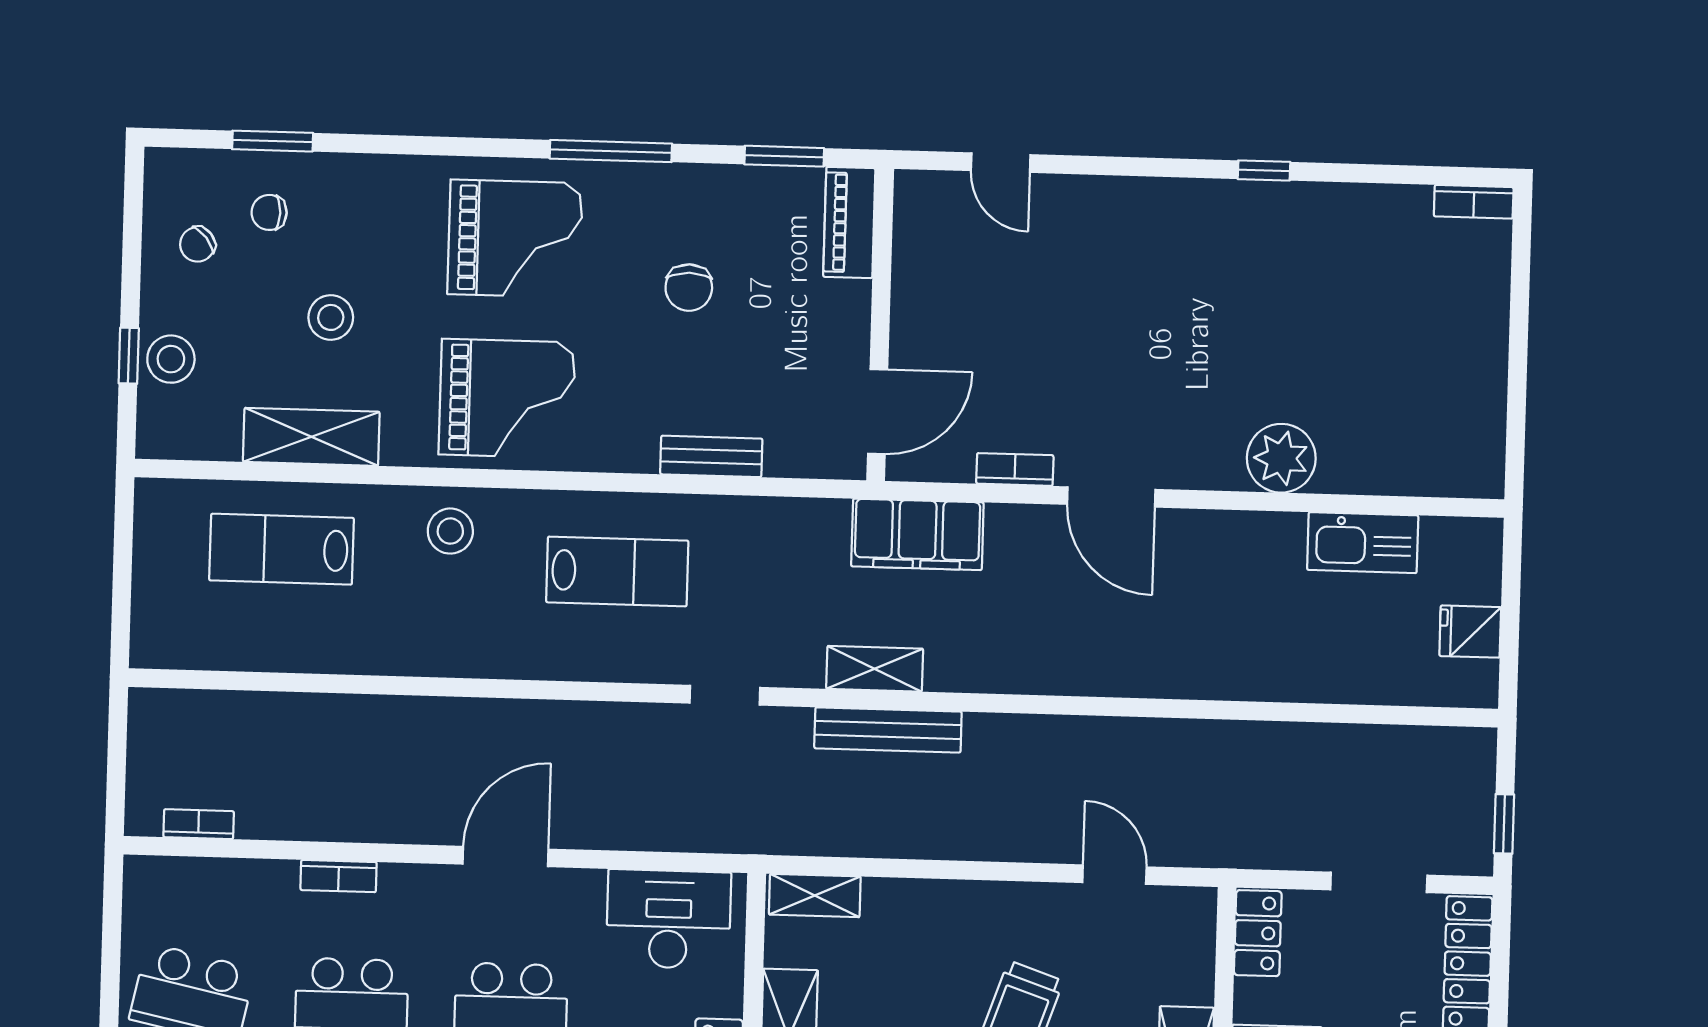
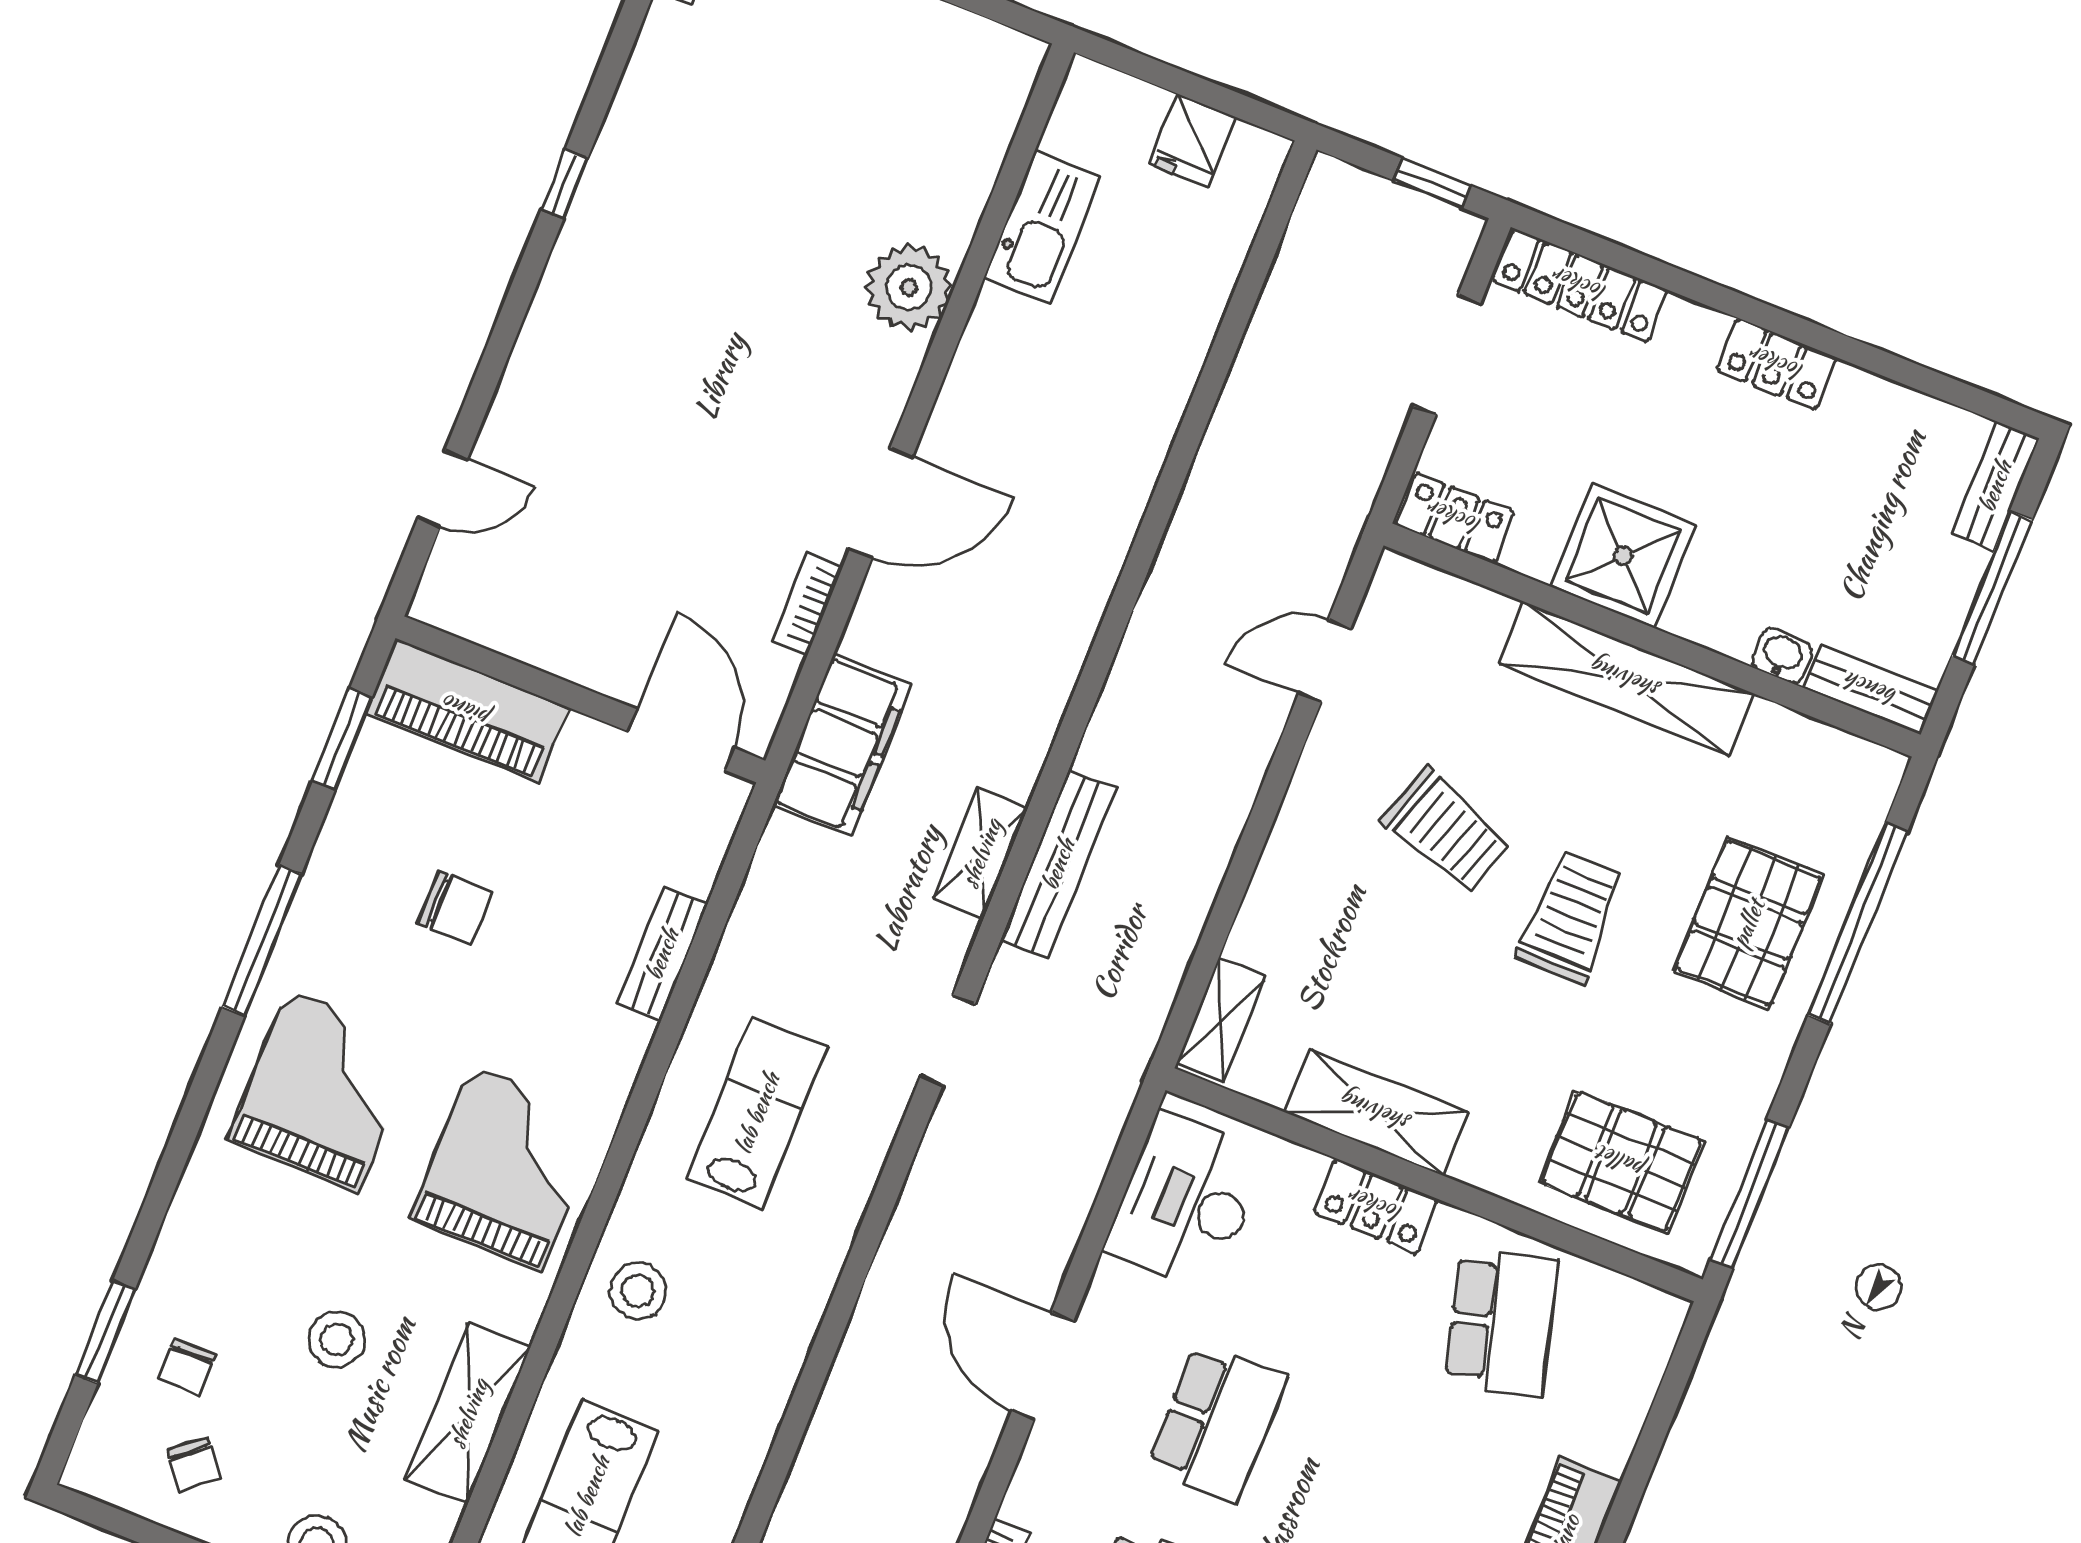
piano: (849, 223) -> (467, 711), width x1.37, depth x1.33

